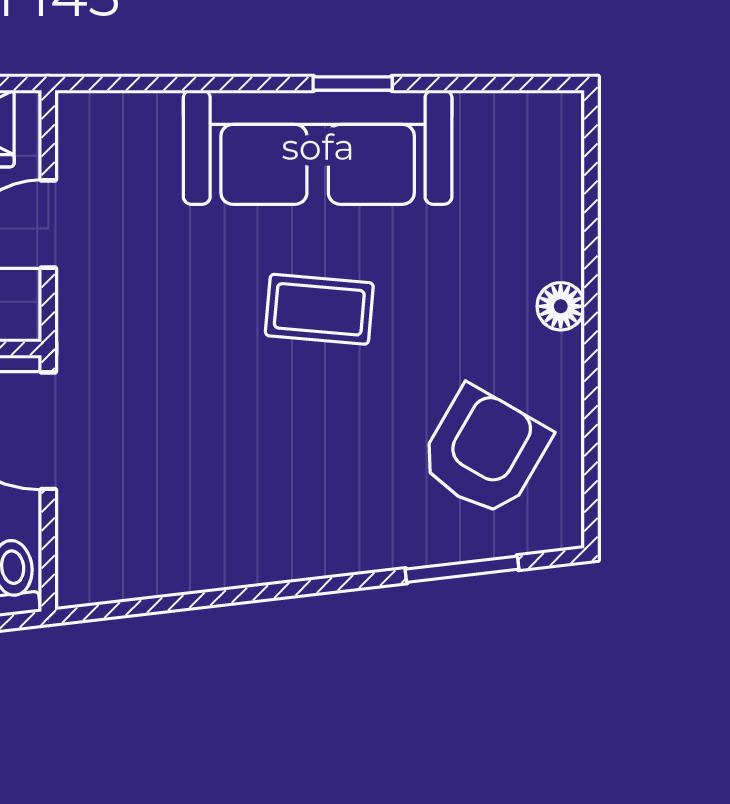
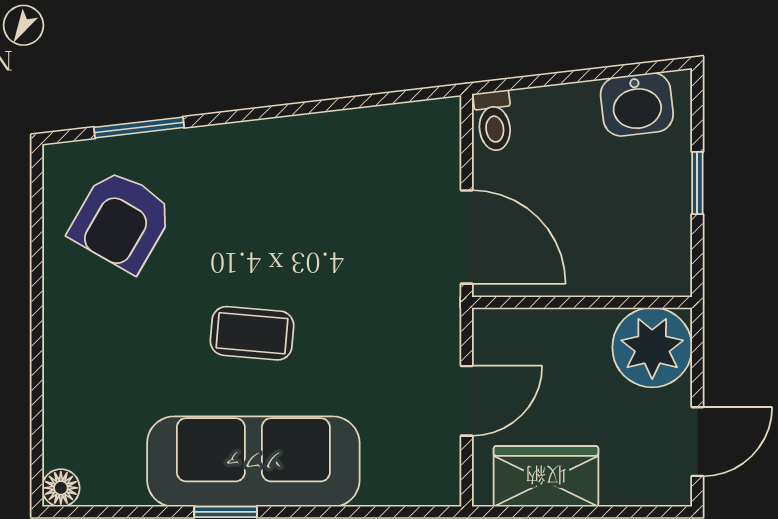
floor lamp: (561, 306) -> (61, 488), moved

